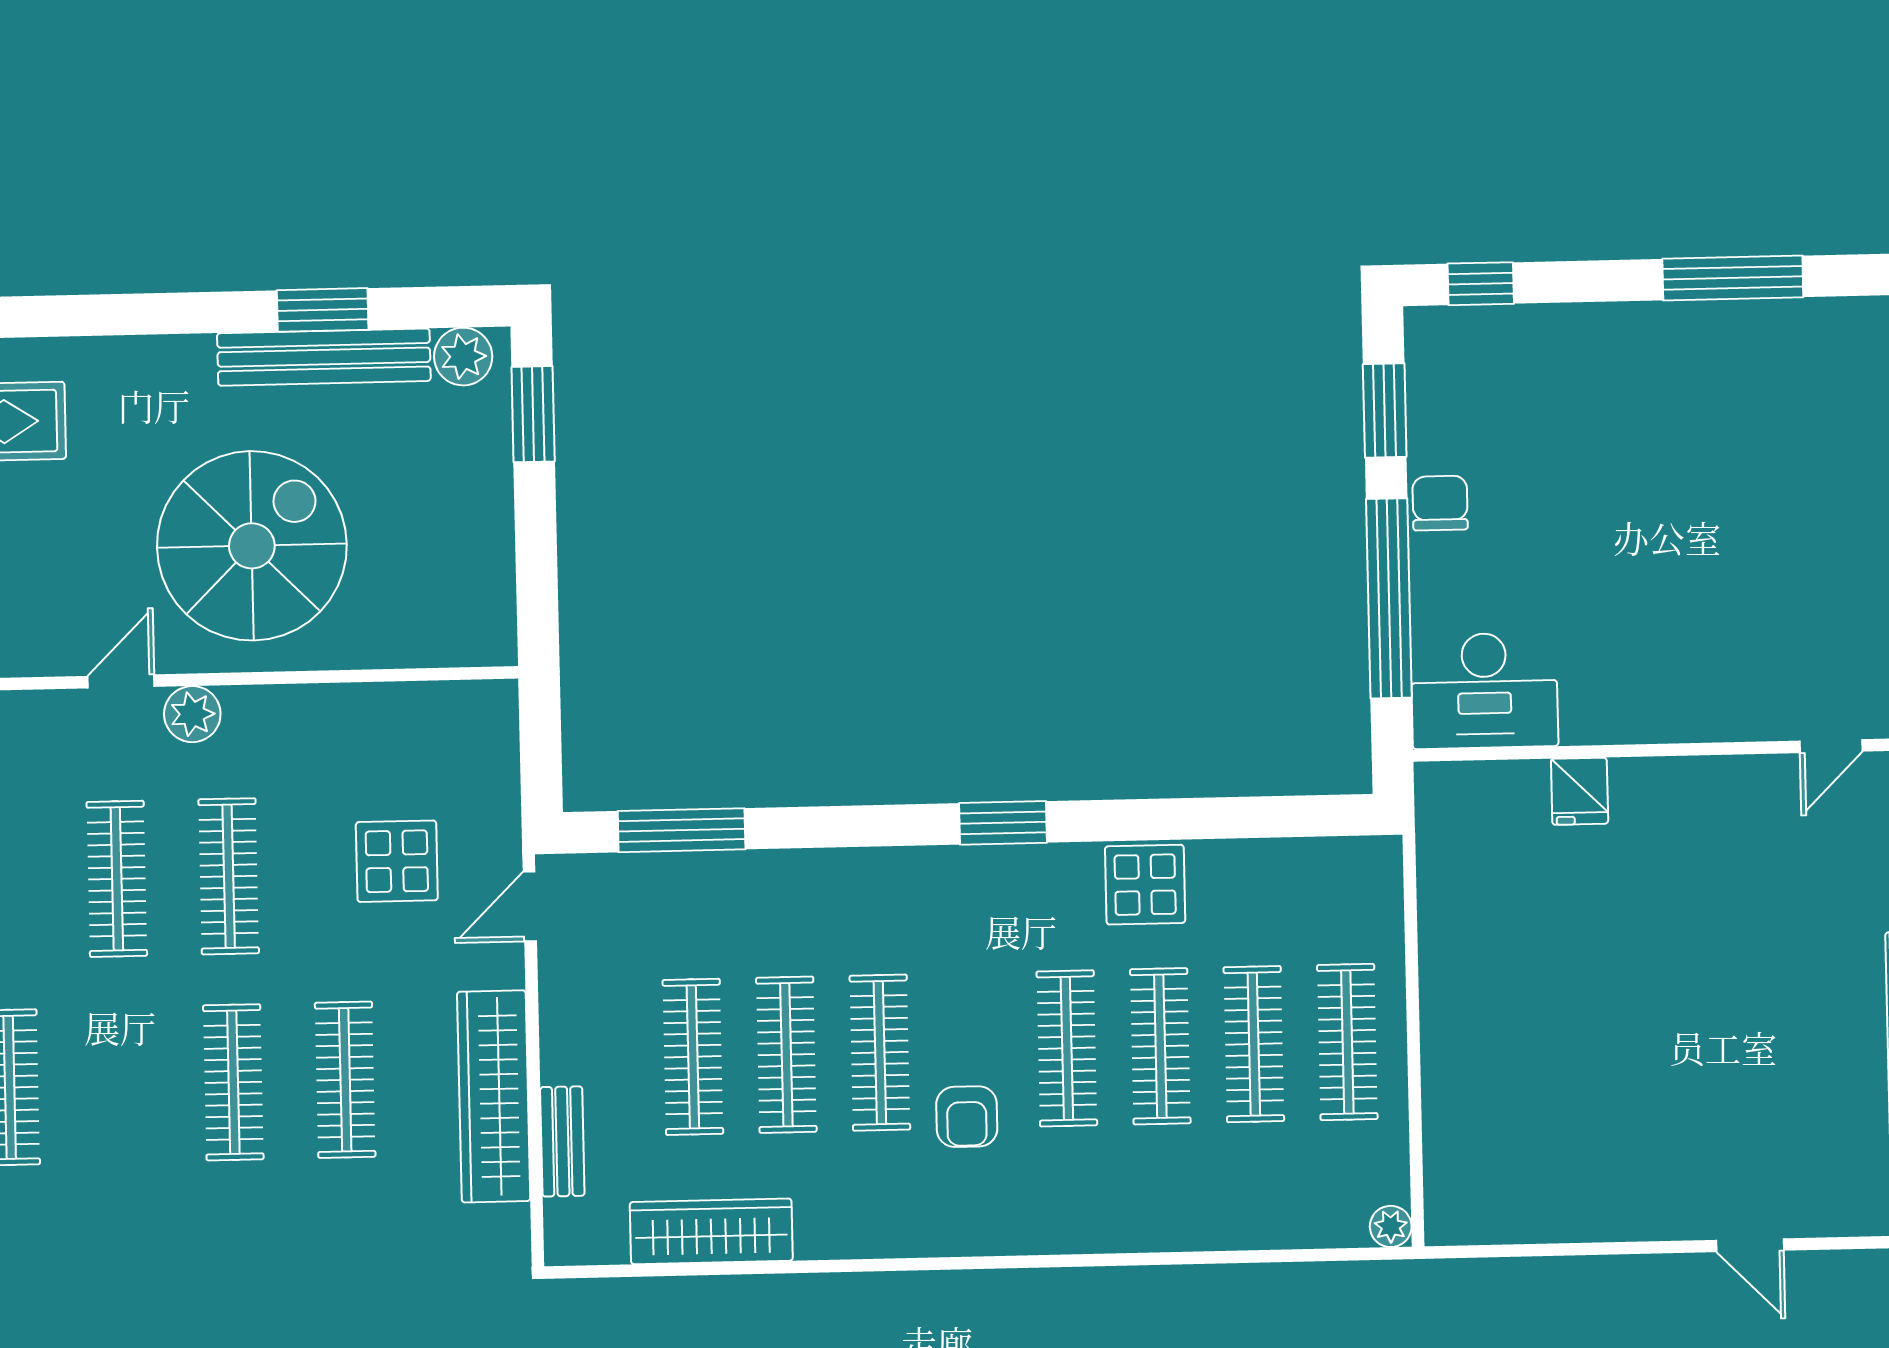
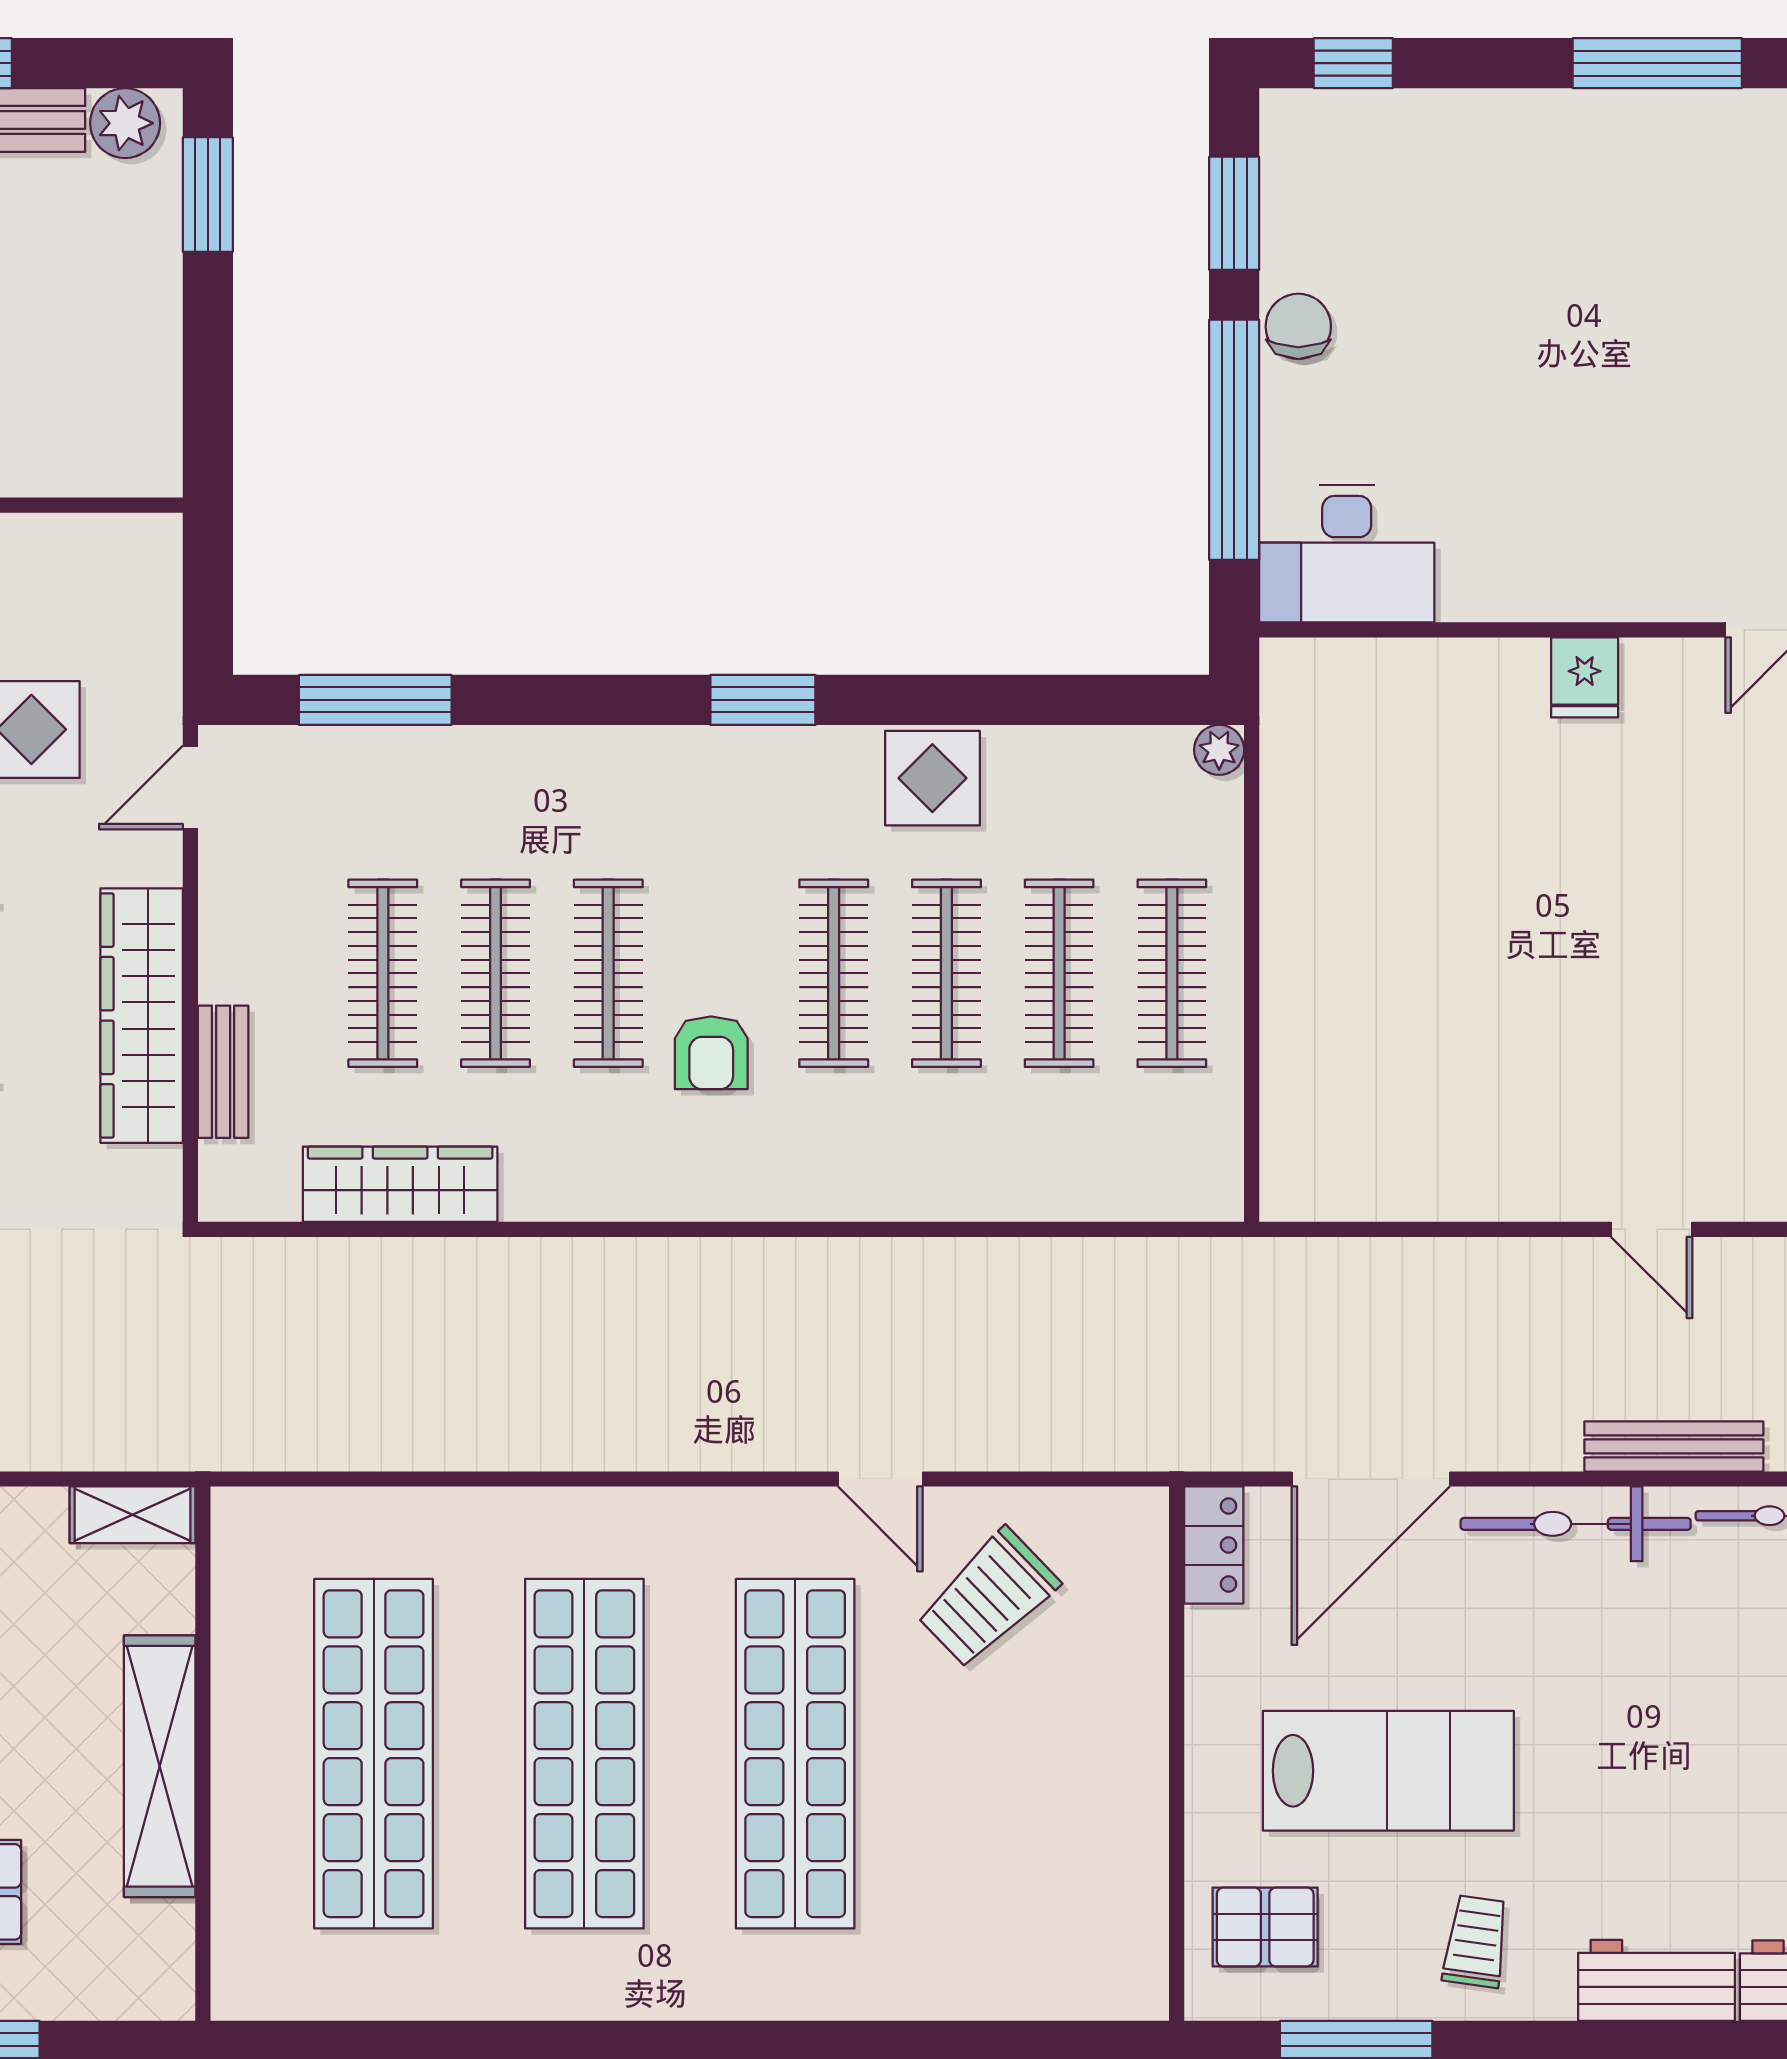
fridge: (1580, 791) -> (1585, 677), moved
plant: (1391, 1226) -> (1219, 750), moved

